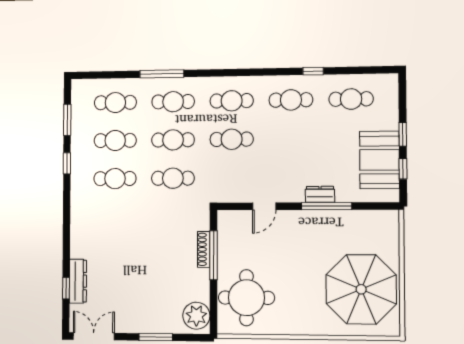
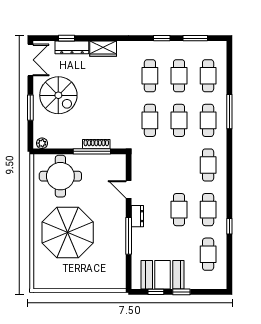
cafe table: (232, 139) -> (179, 210), moved
dresser: (320, 194) -> (137, 216), moved
wardrobe: (80, 240) -> (103, 49), added
parasol: (361, 289) -> (68, 232), moved
spiral stairs: (140, 299) -> (58, 95), added
plant: (196, 316) -> (42, 143), width x0.53, depth x0.53

